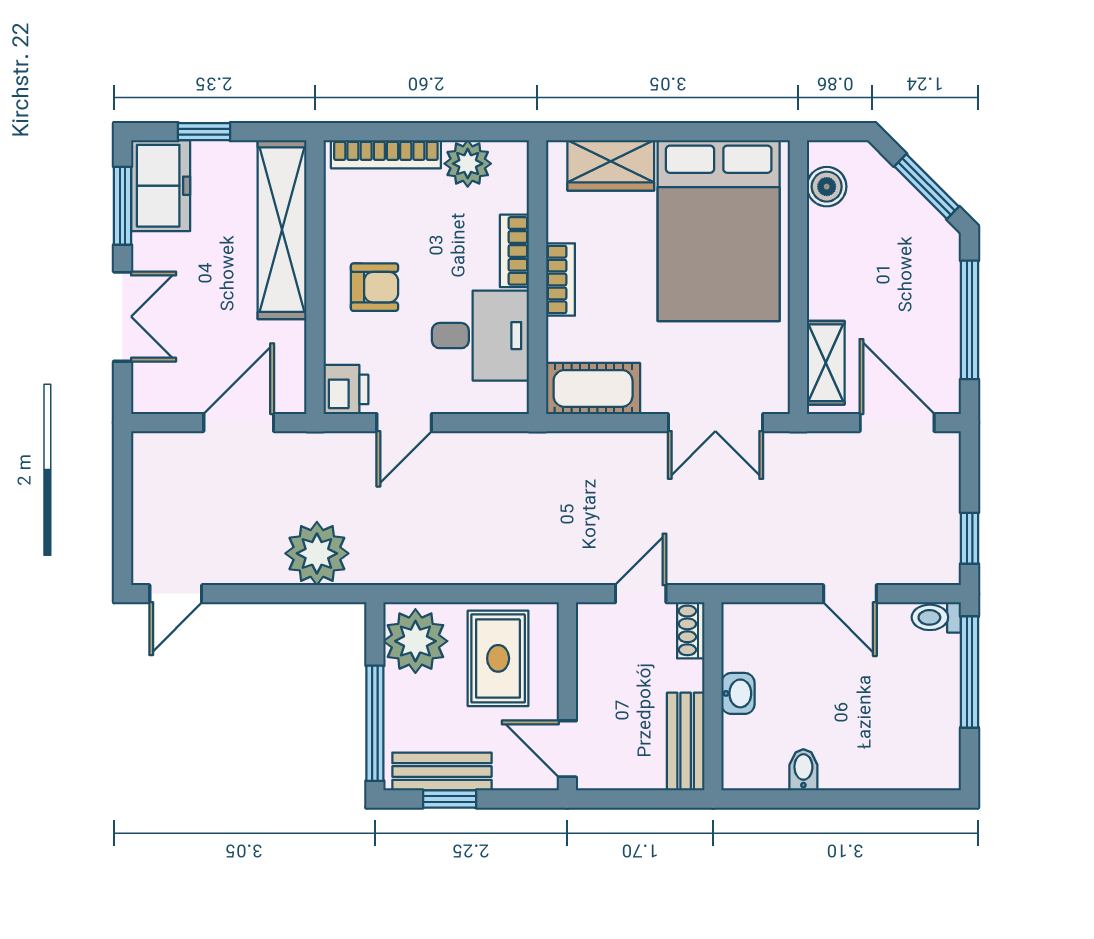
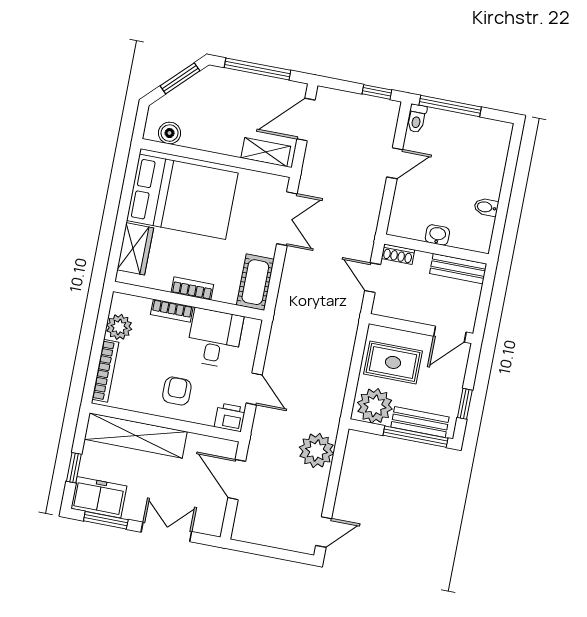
door: (176, 594) -> (324, 532), hinge flipped
bench: (442, 772) -> (420, 422), moved, turned 90

